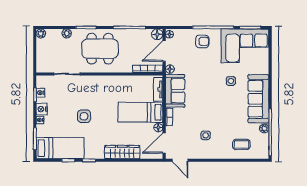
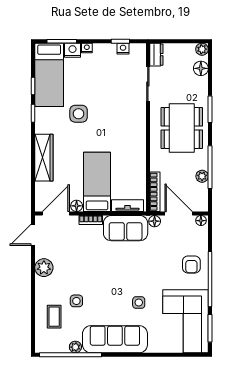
plant: (67, 33) -> (202, 176), moved
floor lamp: (157, 34) -> (201, 68), moved
dresser: (45, 68) -> (156, 55), added
nightstand: (42, 109) -> (73, 50), moved
side table: (84, 116) -> (79, 114), moved
side table: (206, 135) -> (76, 301), moved
door: (164, 143) -> (56, 214), hinge flipped
plant: (205, 152) -> (44, 268), added

